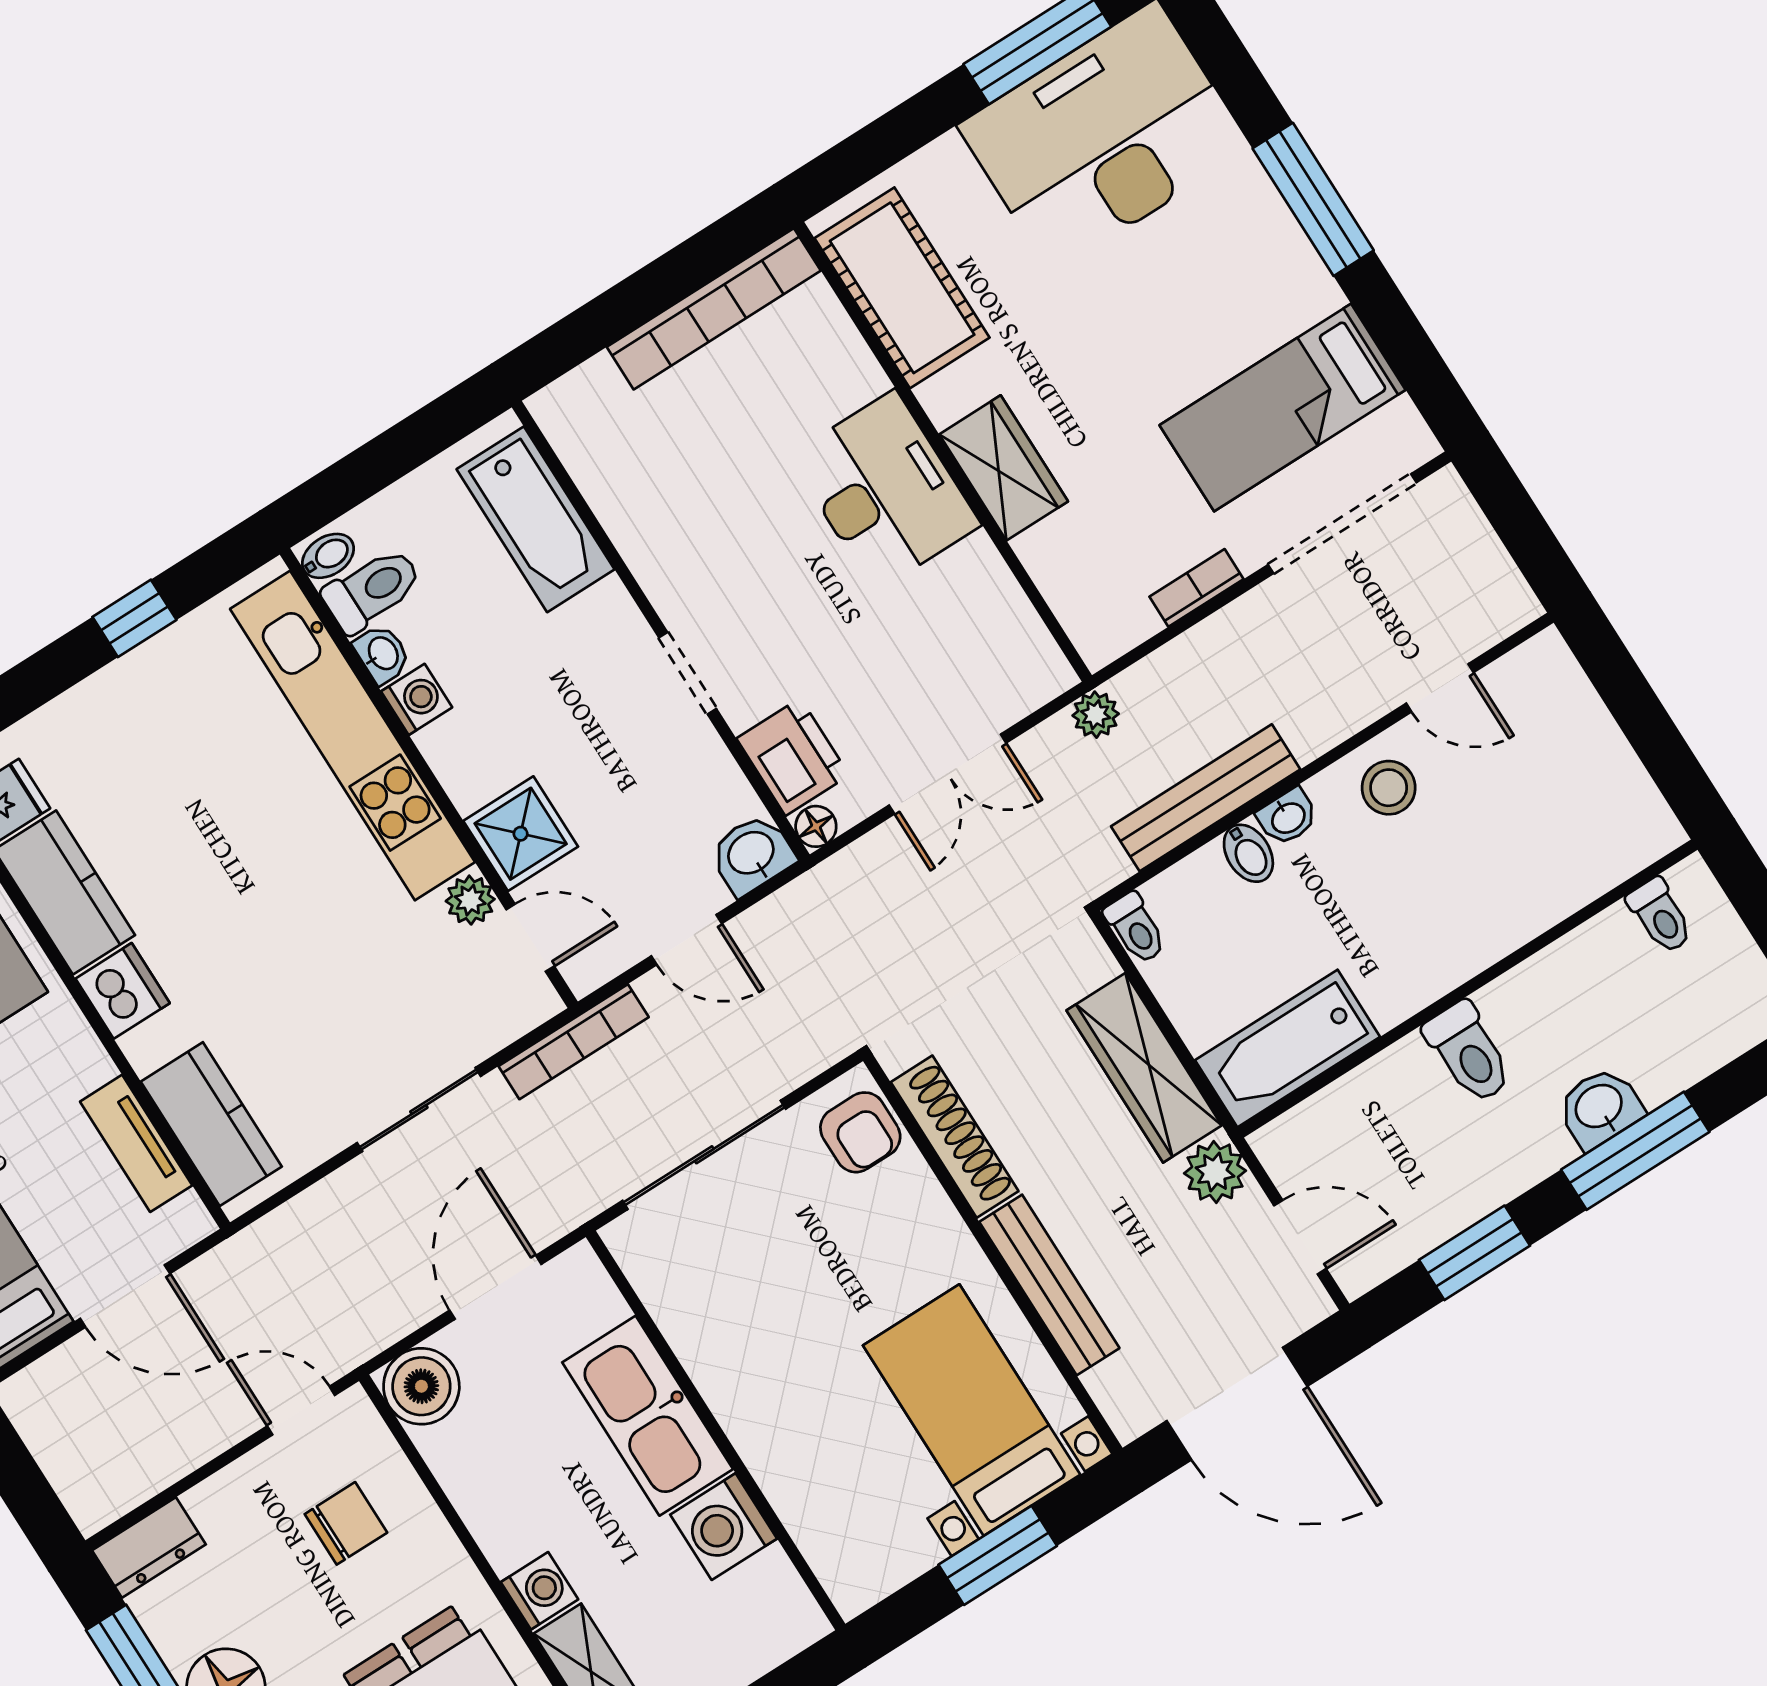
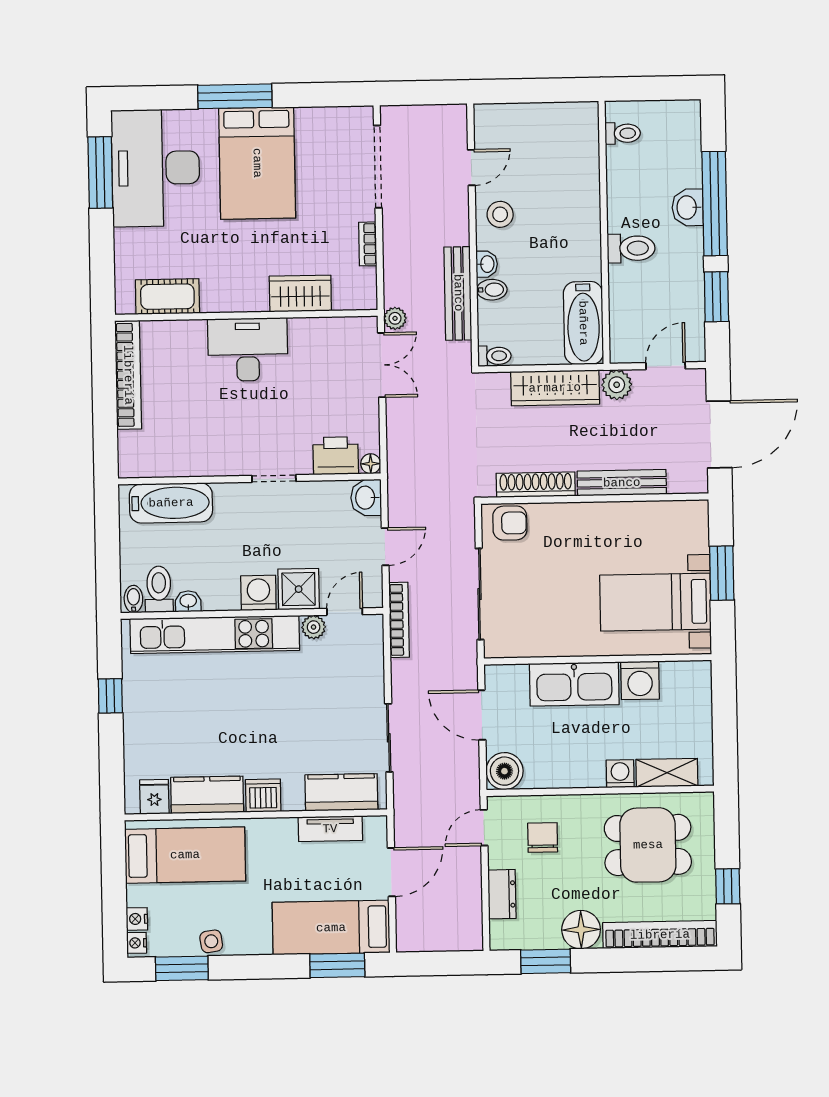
cot: (902, 288) -> (167, 297), width x0.73, depth x0.75
bed: (1283, 407) -> (257, 163), moved, width x1.50
wardrobe: (1004, 468) -> (300, 293), moved
washing machine: (417, 699) -> (258, 593), moved, width x1.38, depth x1.38
double door: (948, 774) -> (382, 365), moved
sliding door: (419, 1110) -> (389, 738), moved
window: (1635, 1151) -> (715, 204), width x1.46
bed with nightstands: (972, 1410) -> (655, 602), moved
dresser: (149, 1547) -> (502, 894), moved

